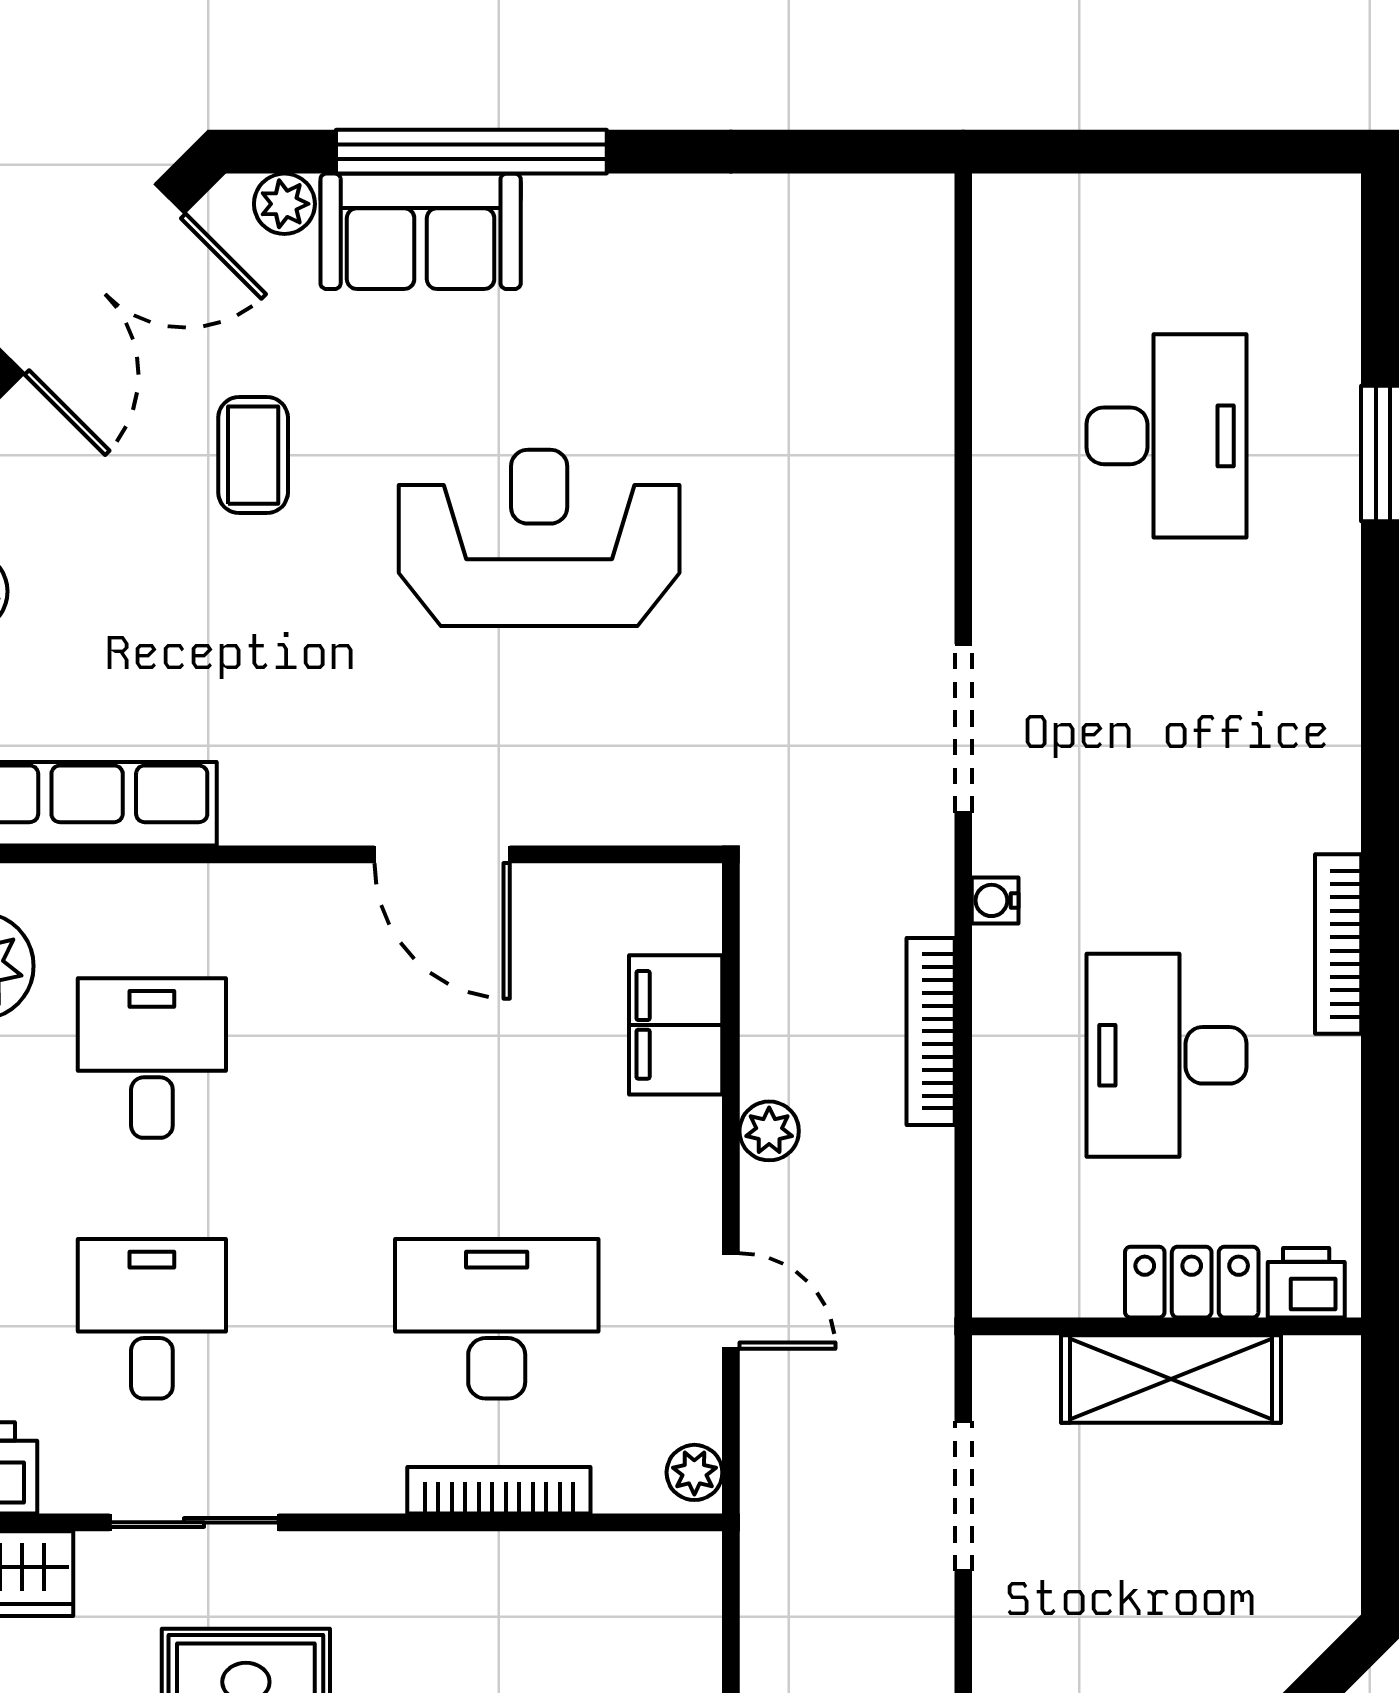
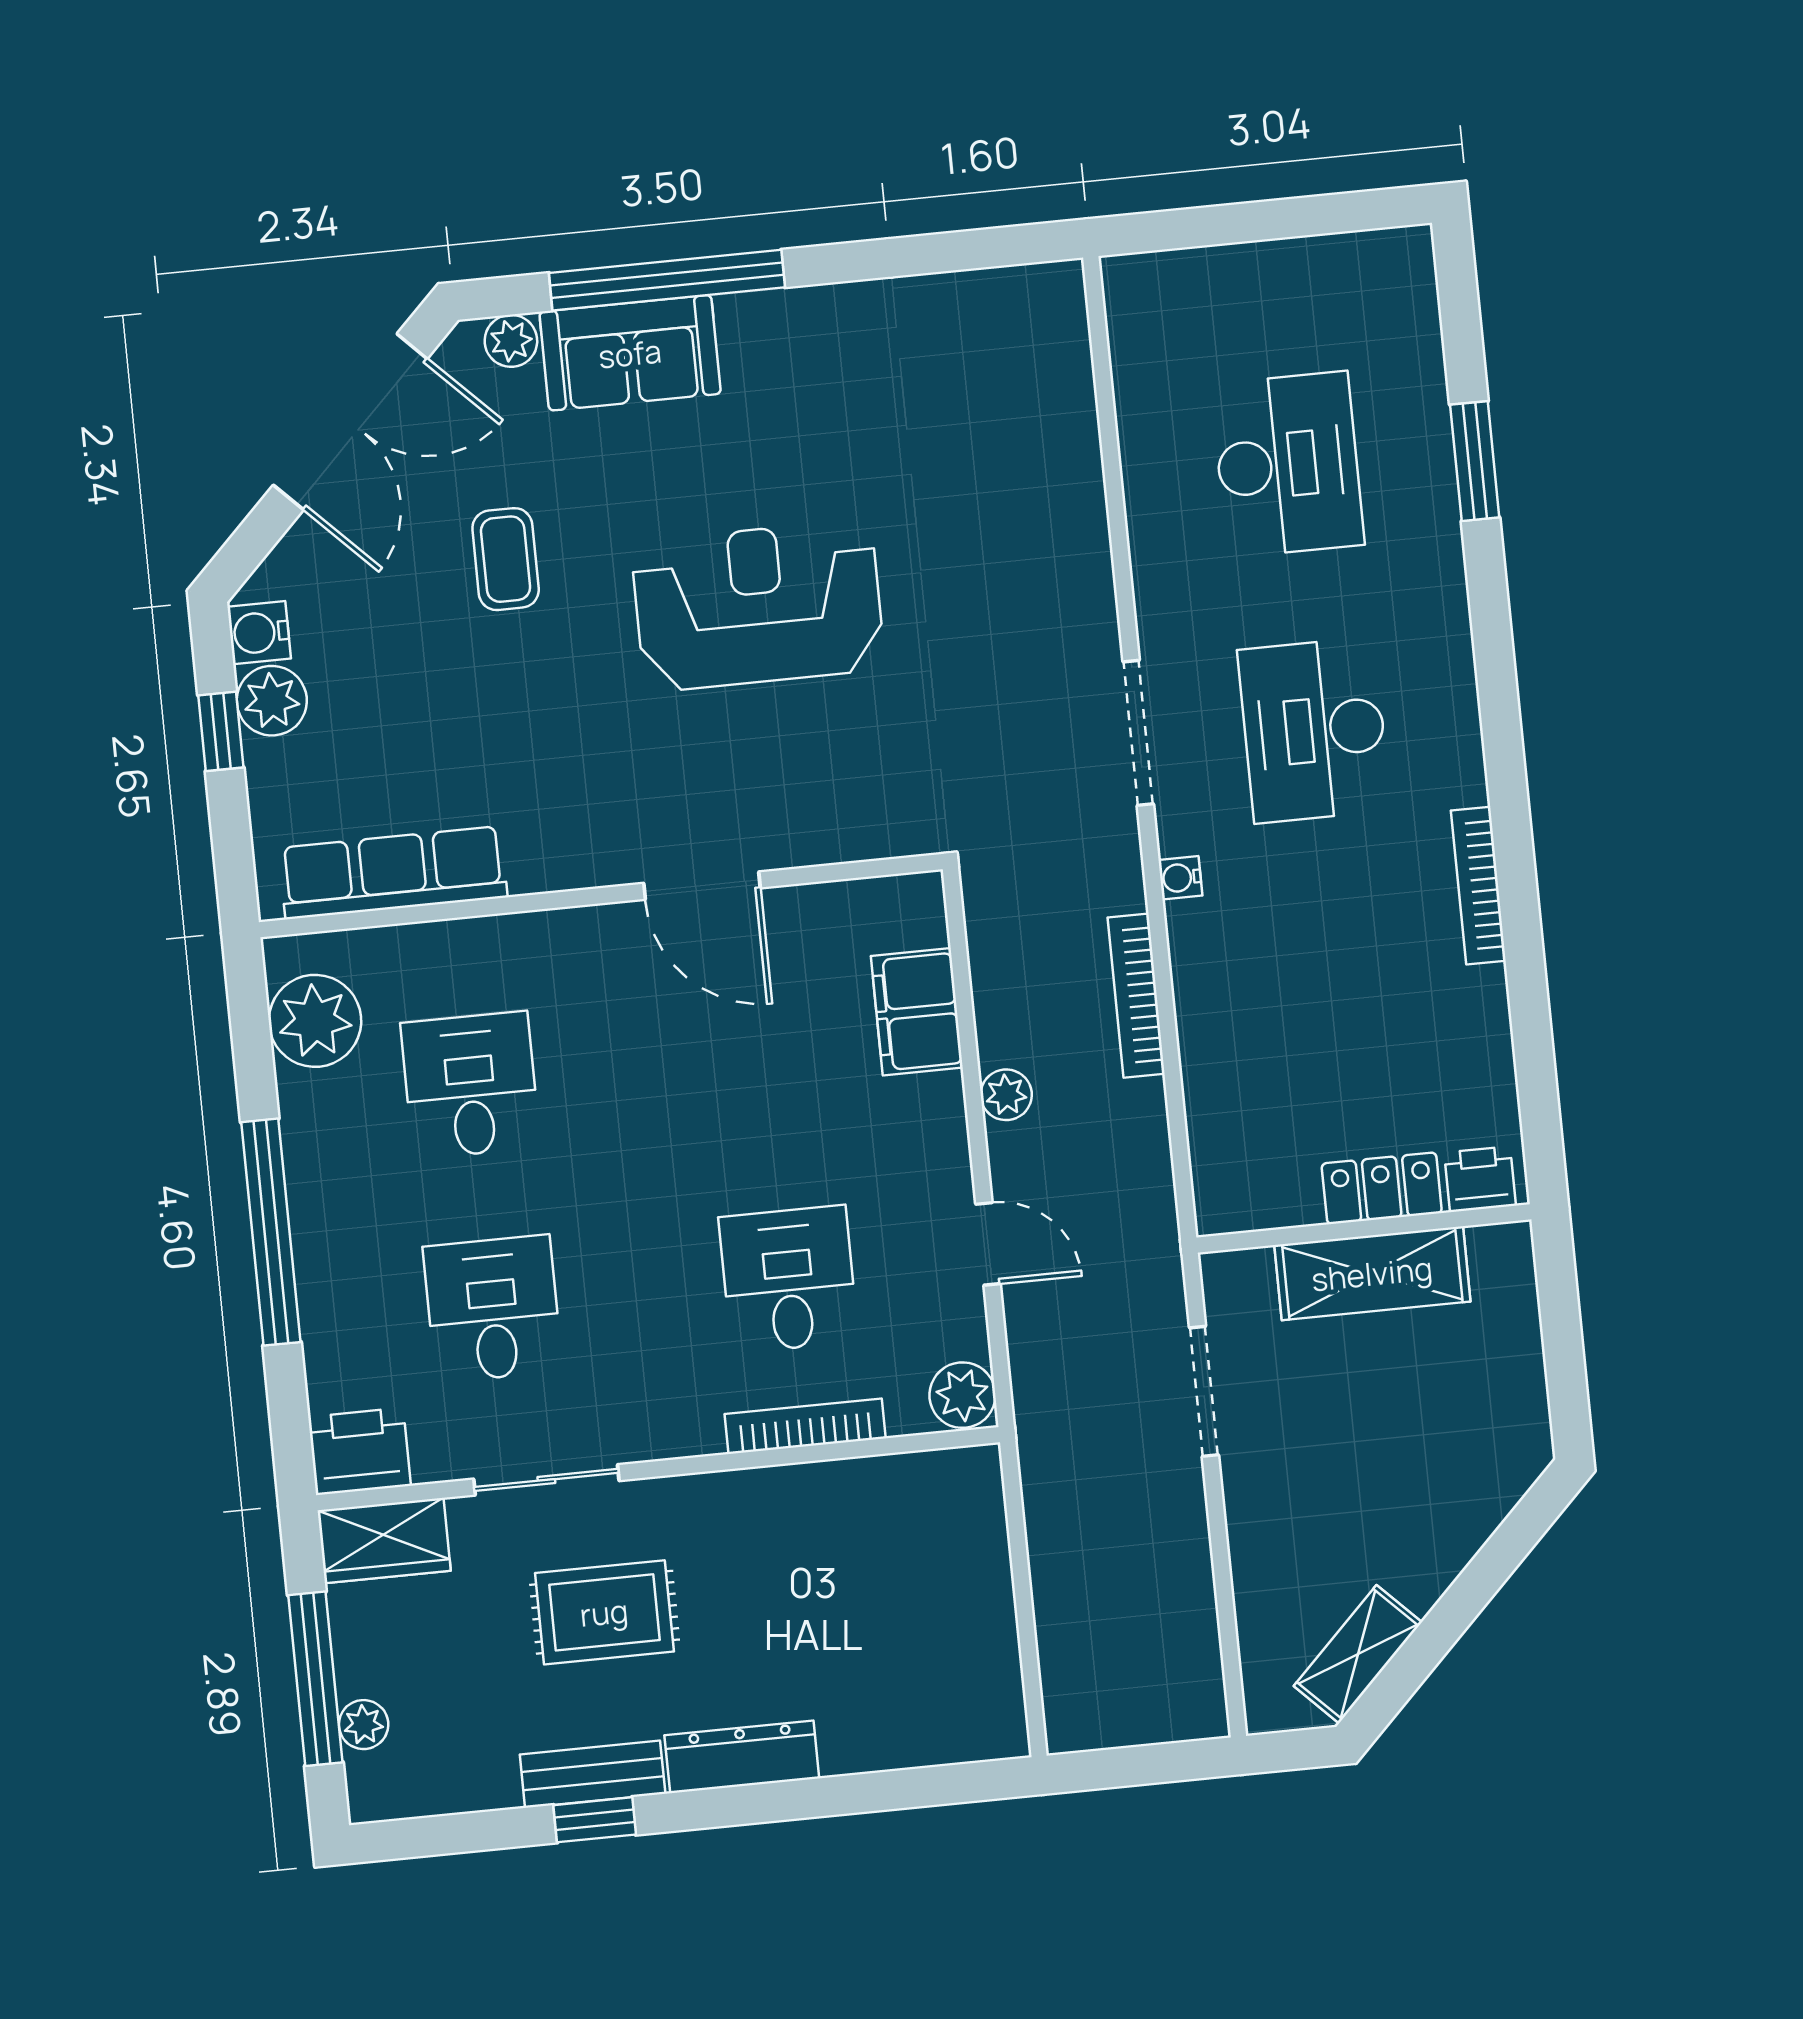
desk: (1166, 1055) -> (1314, 730), moved
desk: (497, 1319) -> (789, 1279), width x0.73
plant: (694, 1472) -> (962, 1395), width x1.38, depth x1.38

